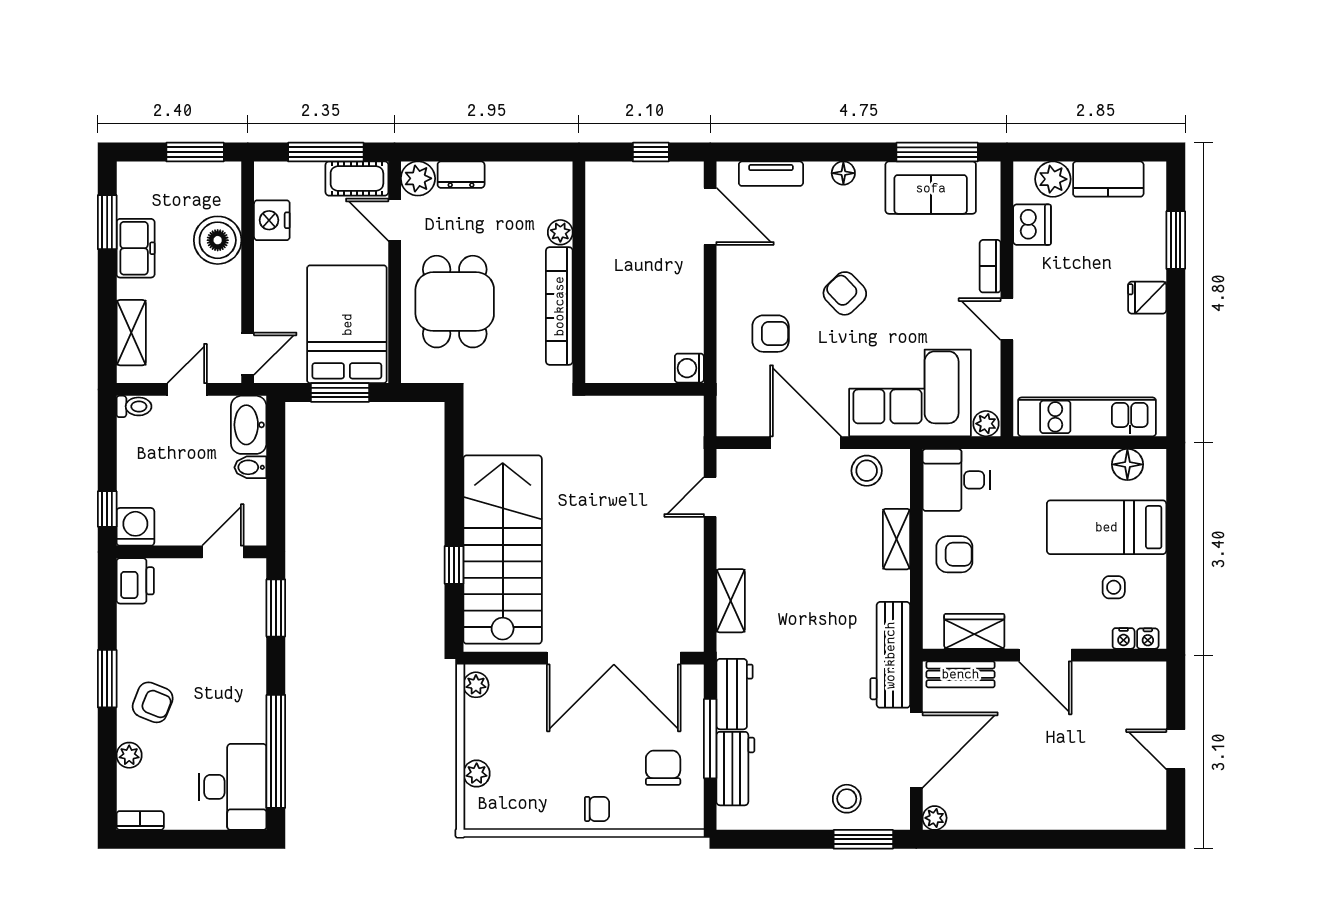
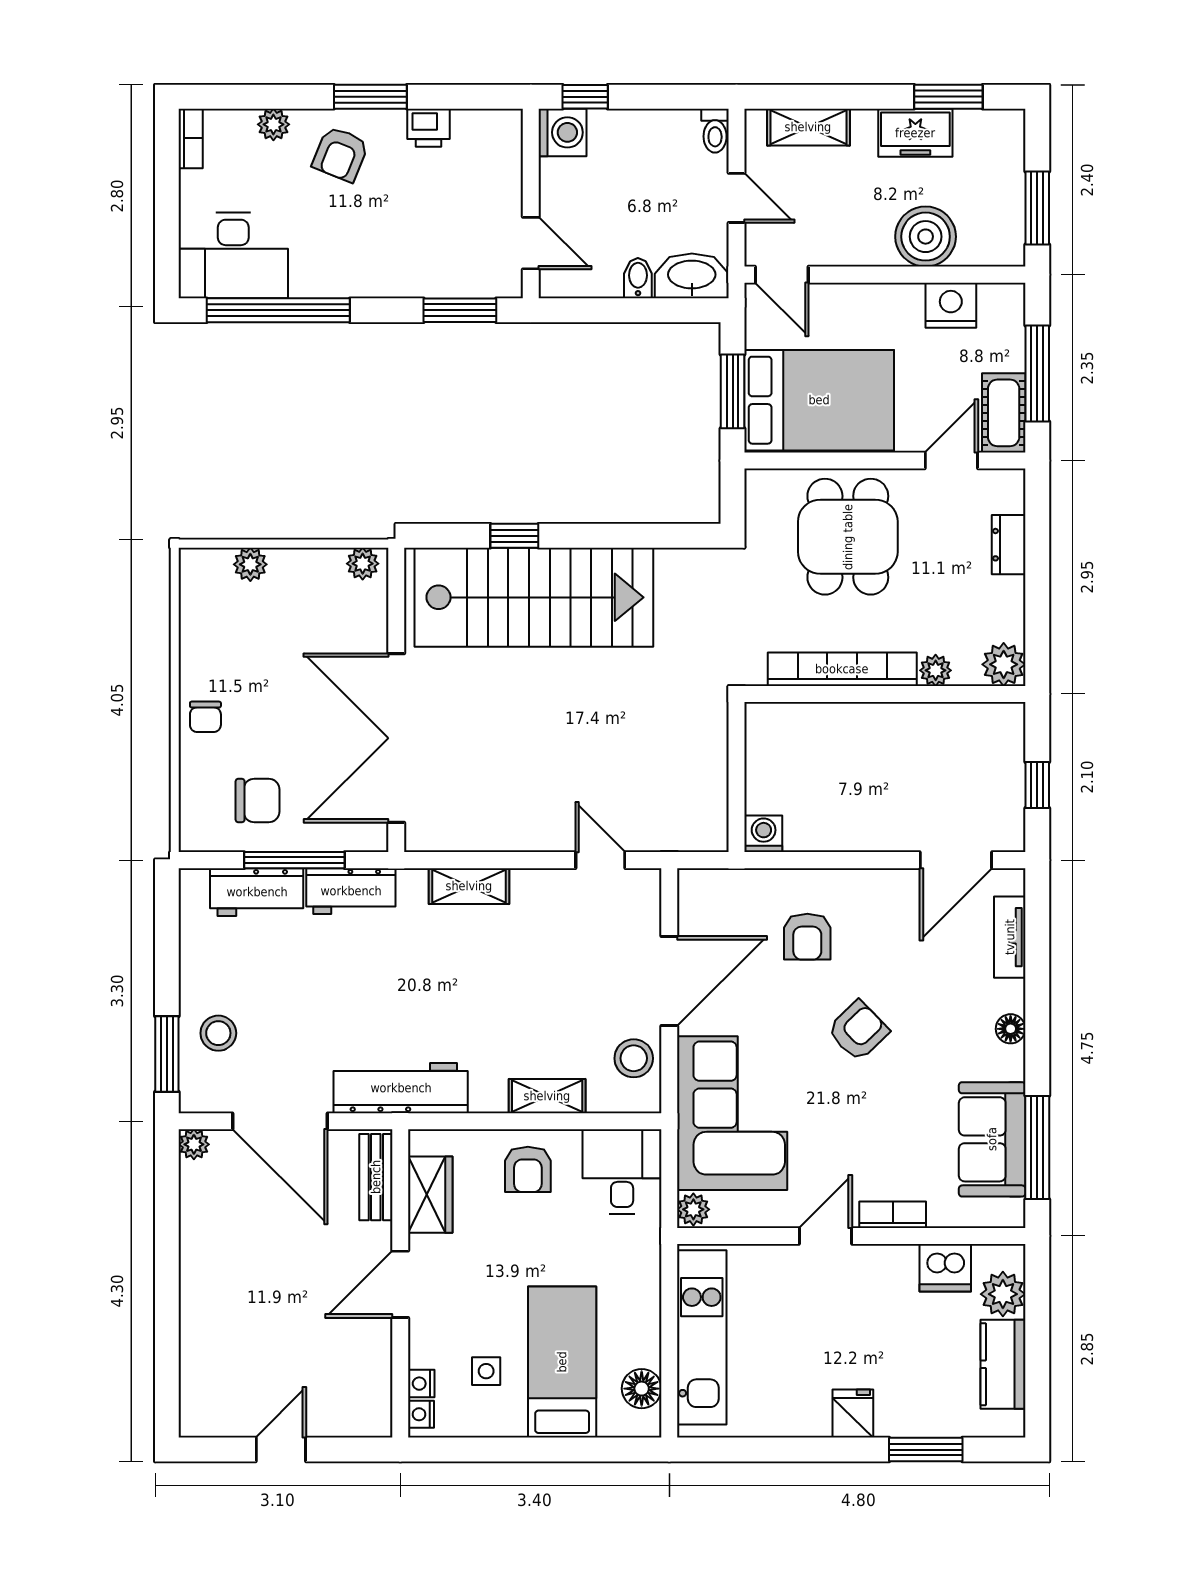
plant: (418, 178) -> (1004, 664), moved
dining table: (455, 302) -> (848, 537), turned 90
printer: (135, 581) -> (429, 128), moved, width x0.73, depth x0.81

